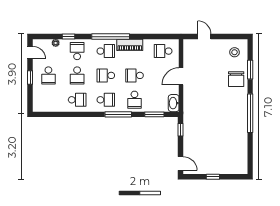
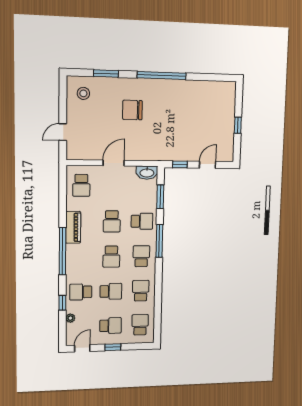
school desk: (106, 51) -> (140, 325), moved
door: (181, 76) -> (114, 163), swing flipped
chair: (236, 79) -> (132, 110), moved, turned 180
door: (181, 164) -> (208, 165), moved

